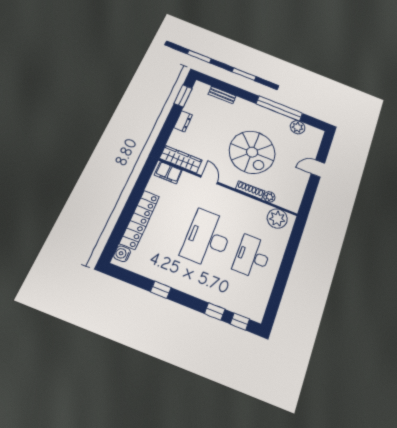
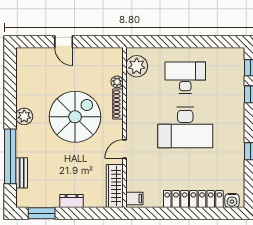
window: (279, 109) -> (10, 156), moved
plant: (298, 127) -> (24, 116), moved
filing cabinet: (168, 173) -> (134, 198), width x0.50
desk: (252, 257) -> (185, 78), turned 180

